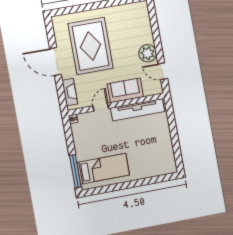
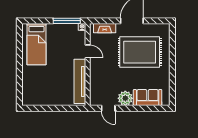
door: (163, 71) -> (108, 108), swing flipped
sofa: (125, 90) -> (148, 97), moved, turned -90
window: (75, 171) -> (67, 21), moved

